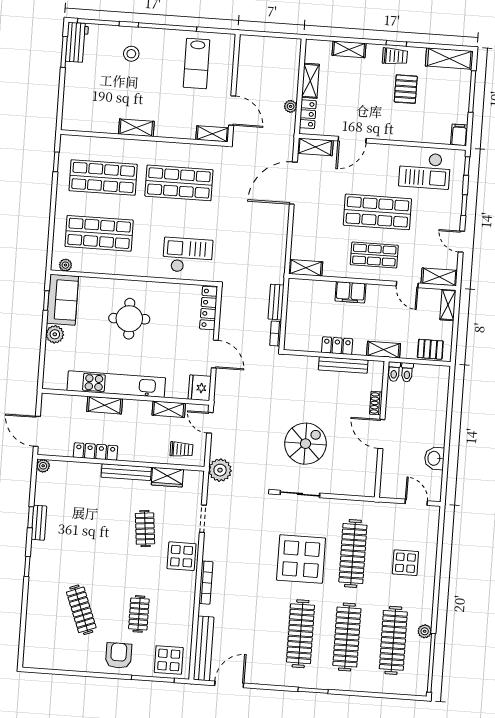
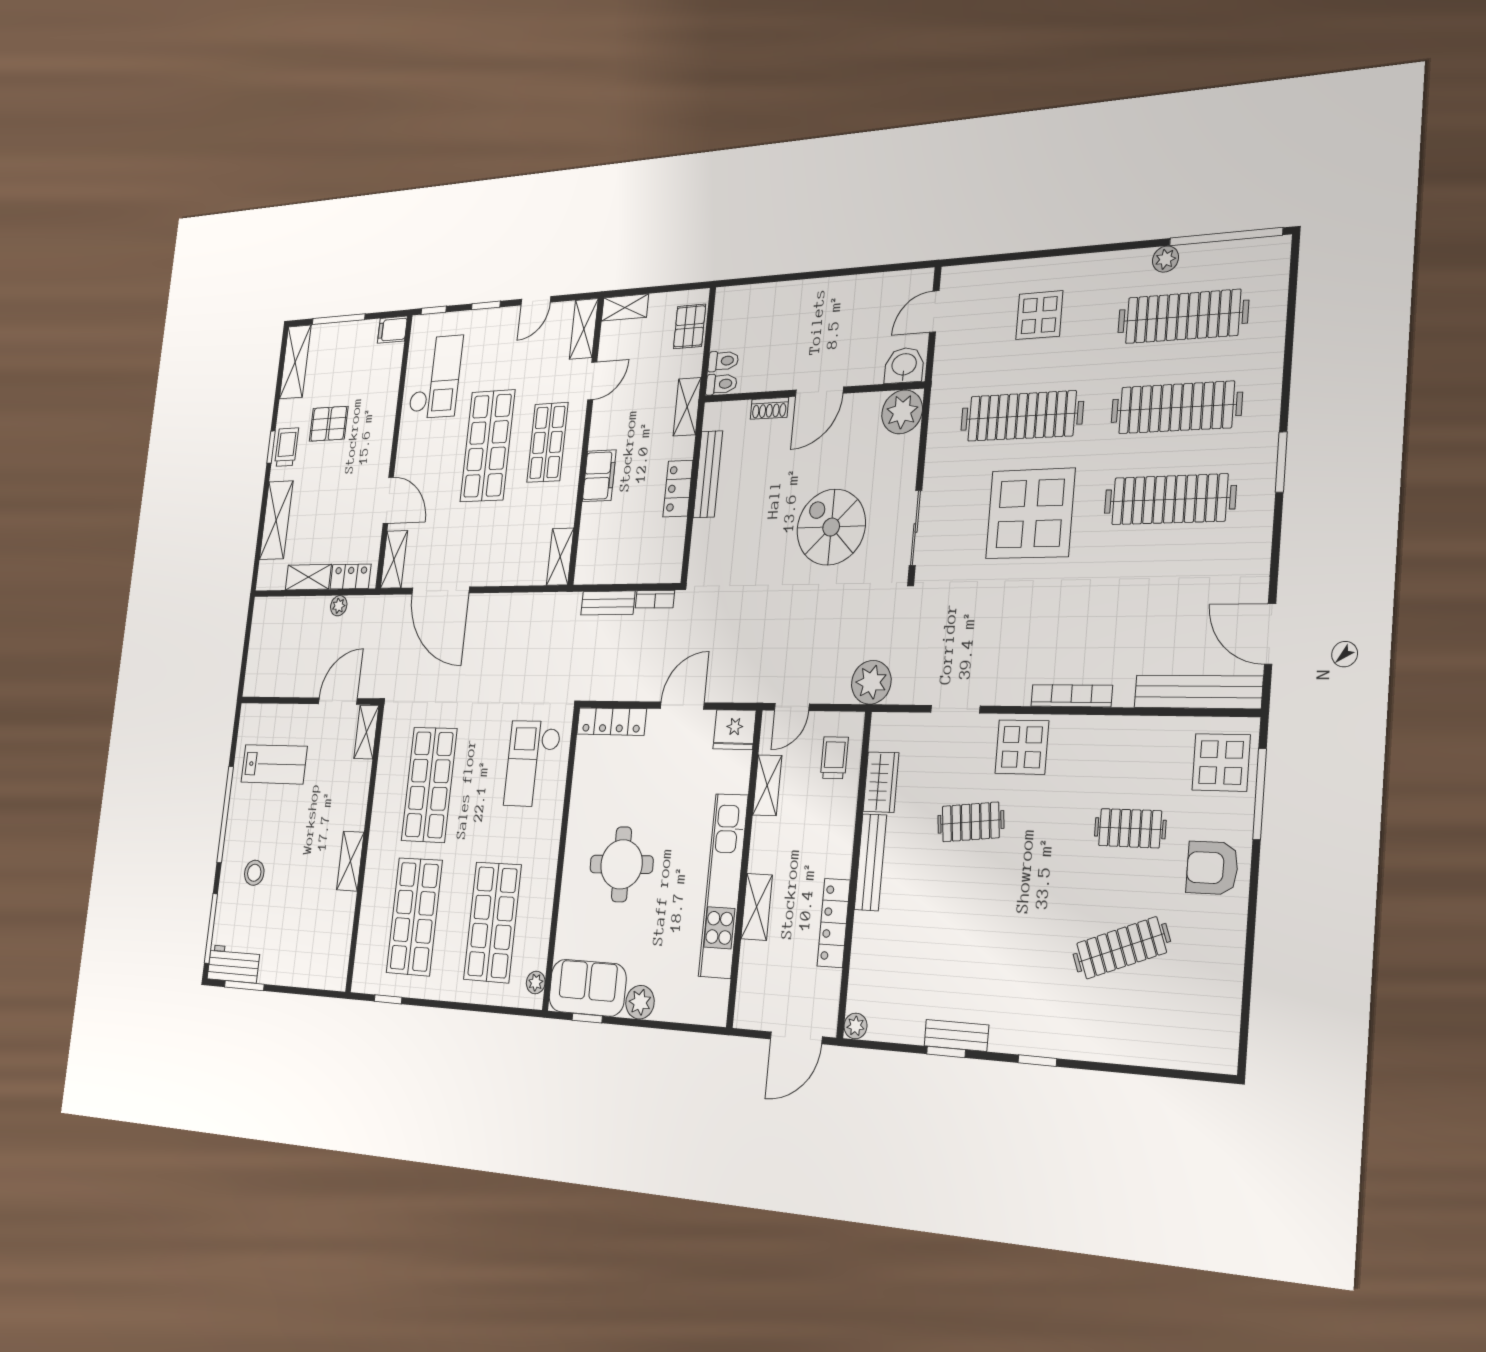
shelving: (349, 49) -> (276, 520), width x1.50, depth x1.33
washbasin: (434, 458) -> (904, 365), moved, turned 180
plant: (364, 485) -> (902, 412), added

